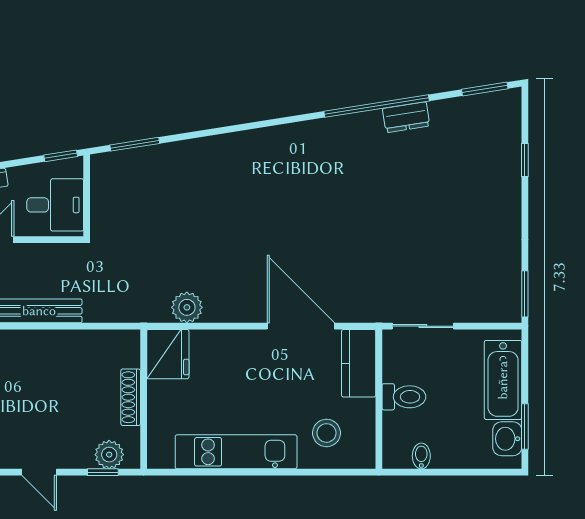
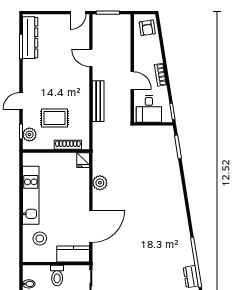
plant: (187, 307) -> (100, 183), moved
fridge: (168, 354) -> (83, 160), width x0.53, depth x0.75
shoe rack: (131, 397) -> (68, 145), moved
rug: (75, 402) -> (55, 118), added

